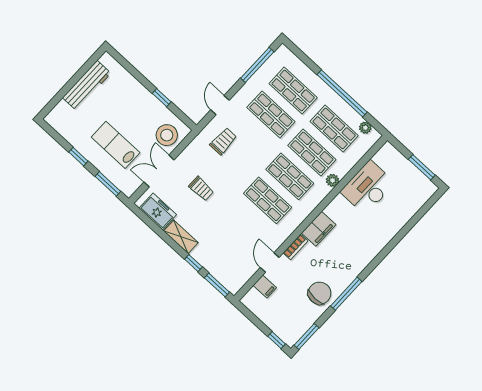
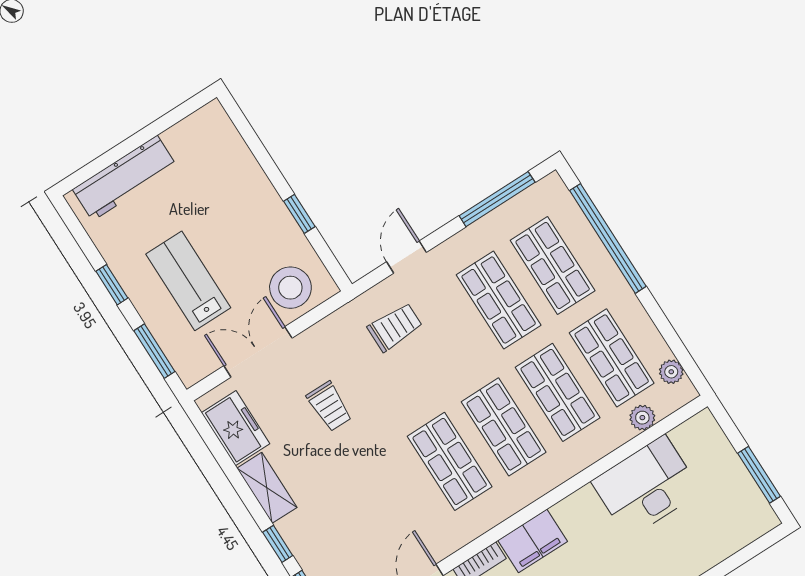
workbench: (87, 85) -> (125, 178), moved
window: (342, 93) -> (608, 238), moved
plant: (333, 180) -> (642, 418), moved

